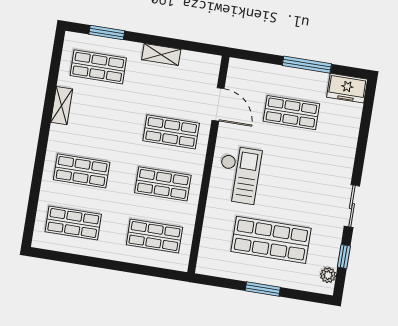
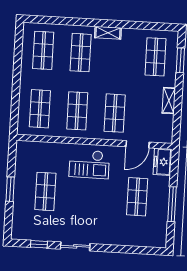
freezer: (347, 88) -> (162, 162), moved
shelving: (62, 106) -> (108, 33), moved
shop shelf: (271, 240) -> (45, 191), width x0.70, depth x0.74
plant: (328, 275) -> (25, 234), removed

